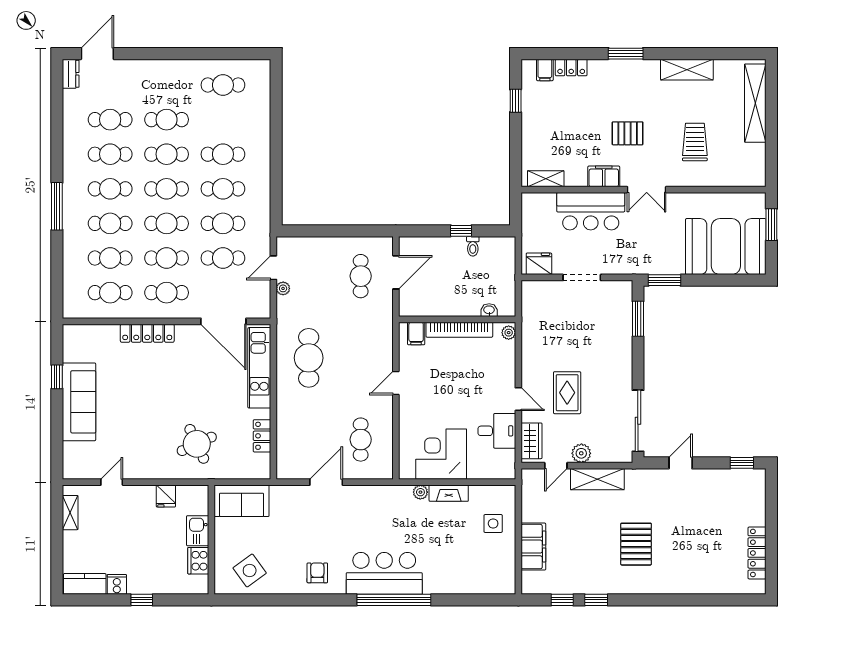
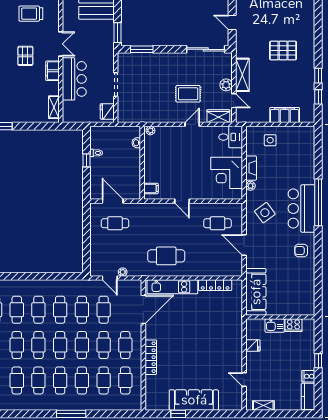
cafe table: (223, 120) -> (17, 310), added
bookcase: (459, 330) -> (149, 161), removed
desk: (497, 431) -> (231, 137), moved, turned 90
locker: (262, 436) -> (215, 285), width x1.53
round table: (197, 444) -> (220, 326), removed
sofa: (242, 501) -> (256, 292), width x1.36
side table: (250, 570) -> (265, 213), moved

